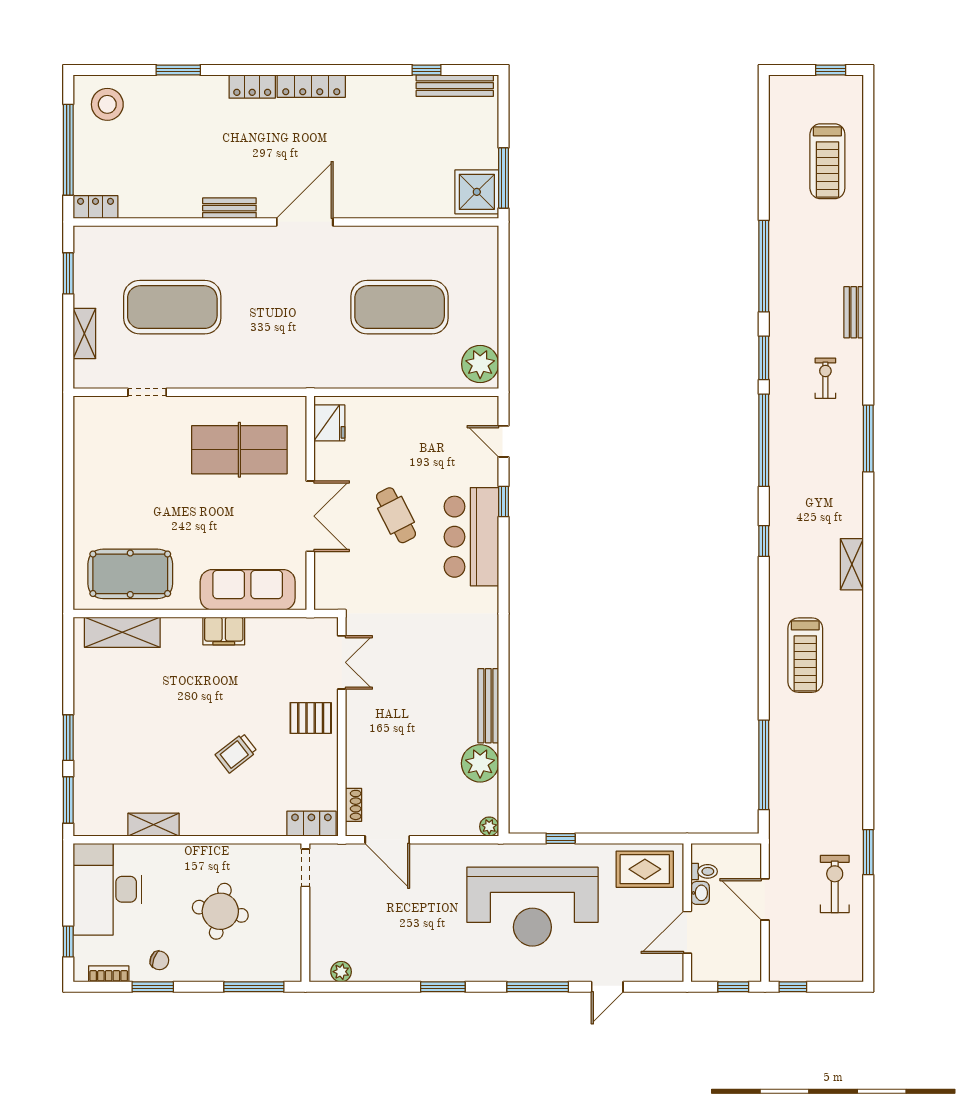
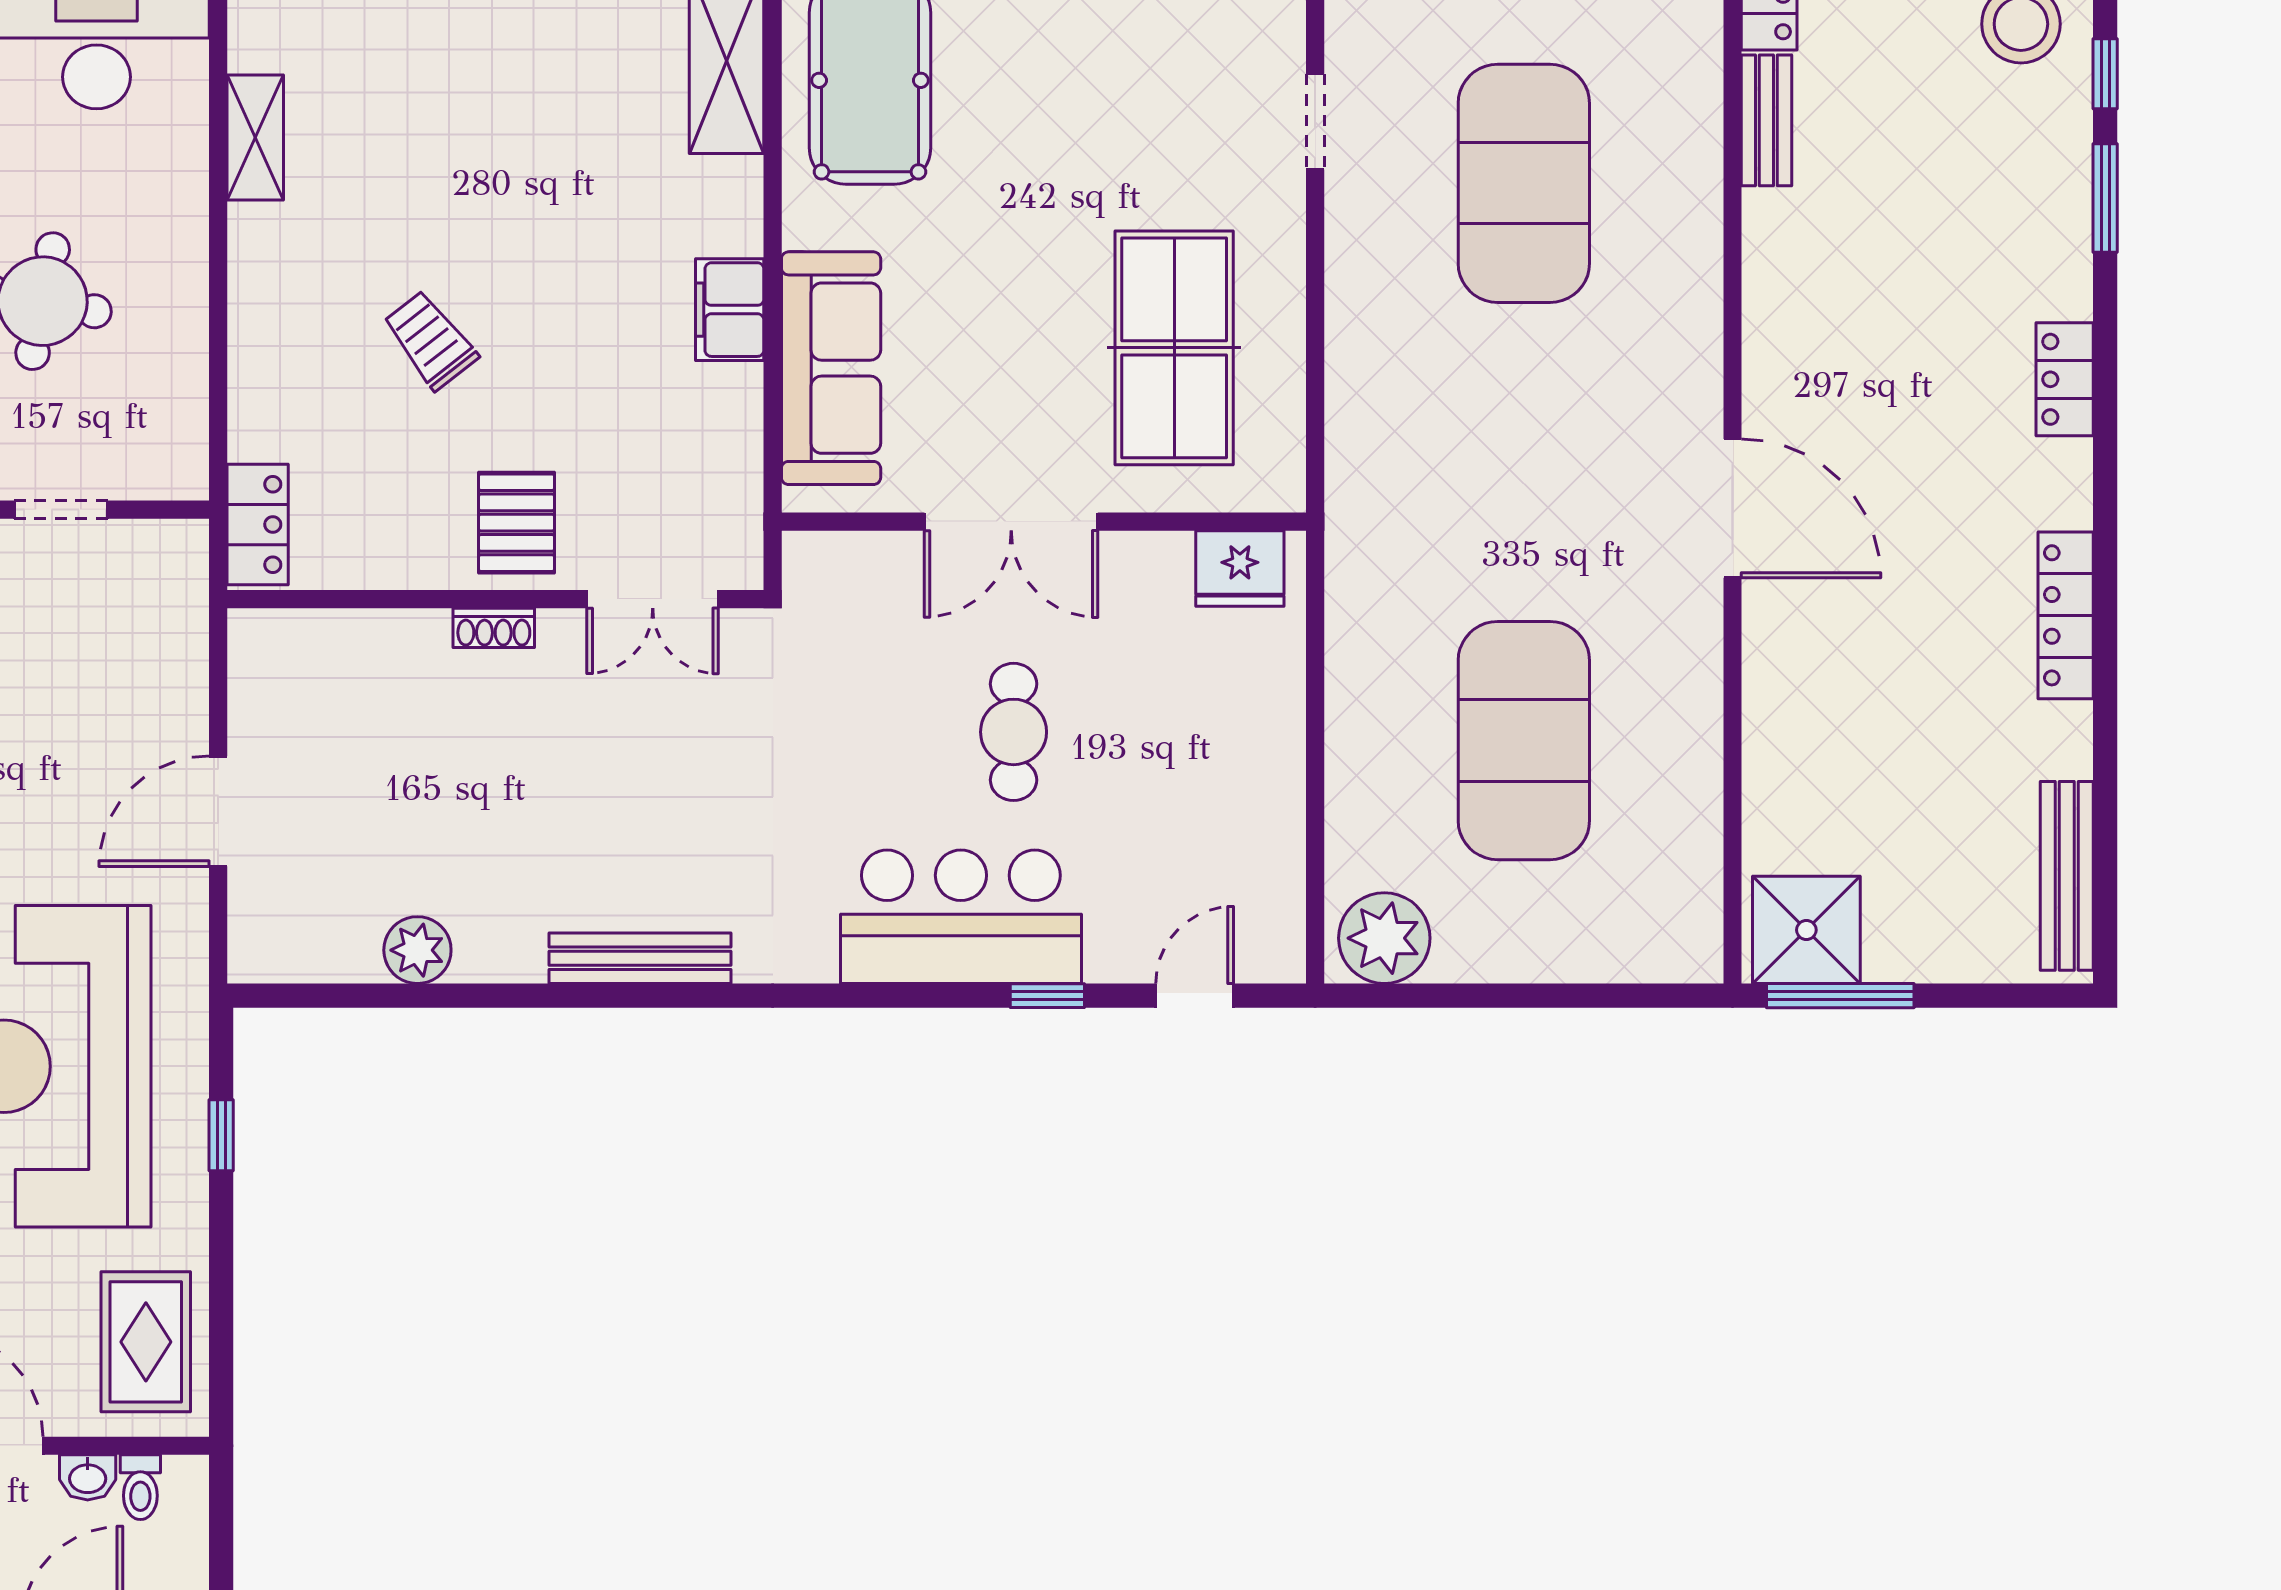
window: (427, 70) -> (2105, 74), moved
locker: (311, 86) -> (2066, 615), moved
bench: (229, 208) -> (1766, 120), moved
cafe table: (396, 515) -> (1014, 732), turned -63
bench: (488, 706) -> (640, 958), moved
plant: (480, 763) -> (417, 950), width x0.73, depth x0.73
shoe rack: (354, 805) -> (494, 628), moved
plant: (489, 827) -> (250, 960), removed
door: (387, 840) -> (218, 811), moved
doorway: (305, 868) -> (61, 510), moved

